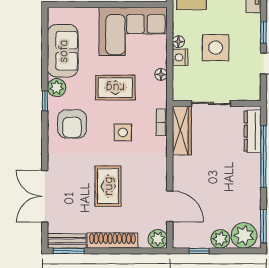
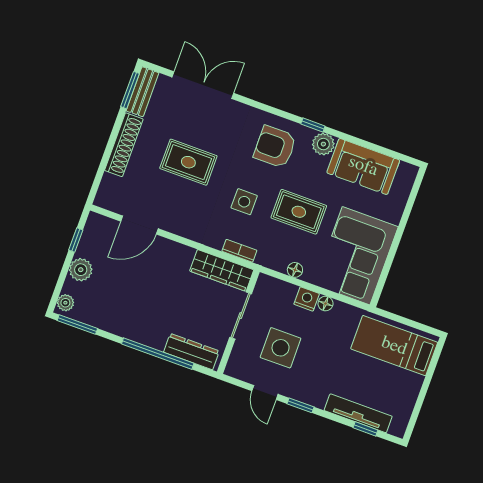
side table: (216, 48) -> (281, 348), moved
rug: (115, 88) -> (299, 212), turned 90
plant: (244, 235) -> (65, 303), width x0.53, depth x0.53
plant: (158, 239) -> (107, 198), removed

